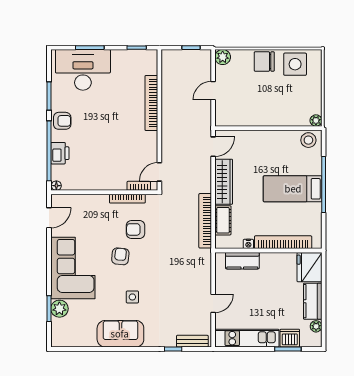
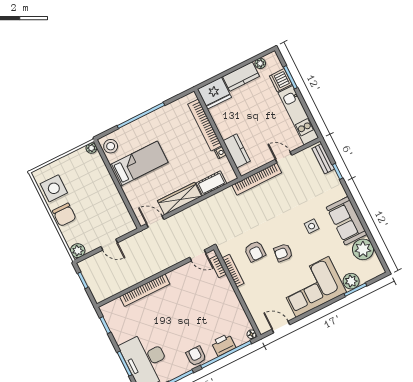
bed: (293, 189) -> (139, 164), moved, turned -90
bookcase: (205, 221) -> (257, 179), moved
plant: (85, 336) -> (363, 249), added

